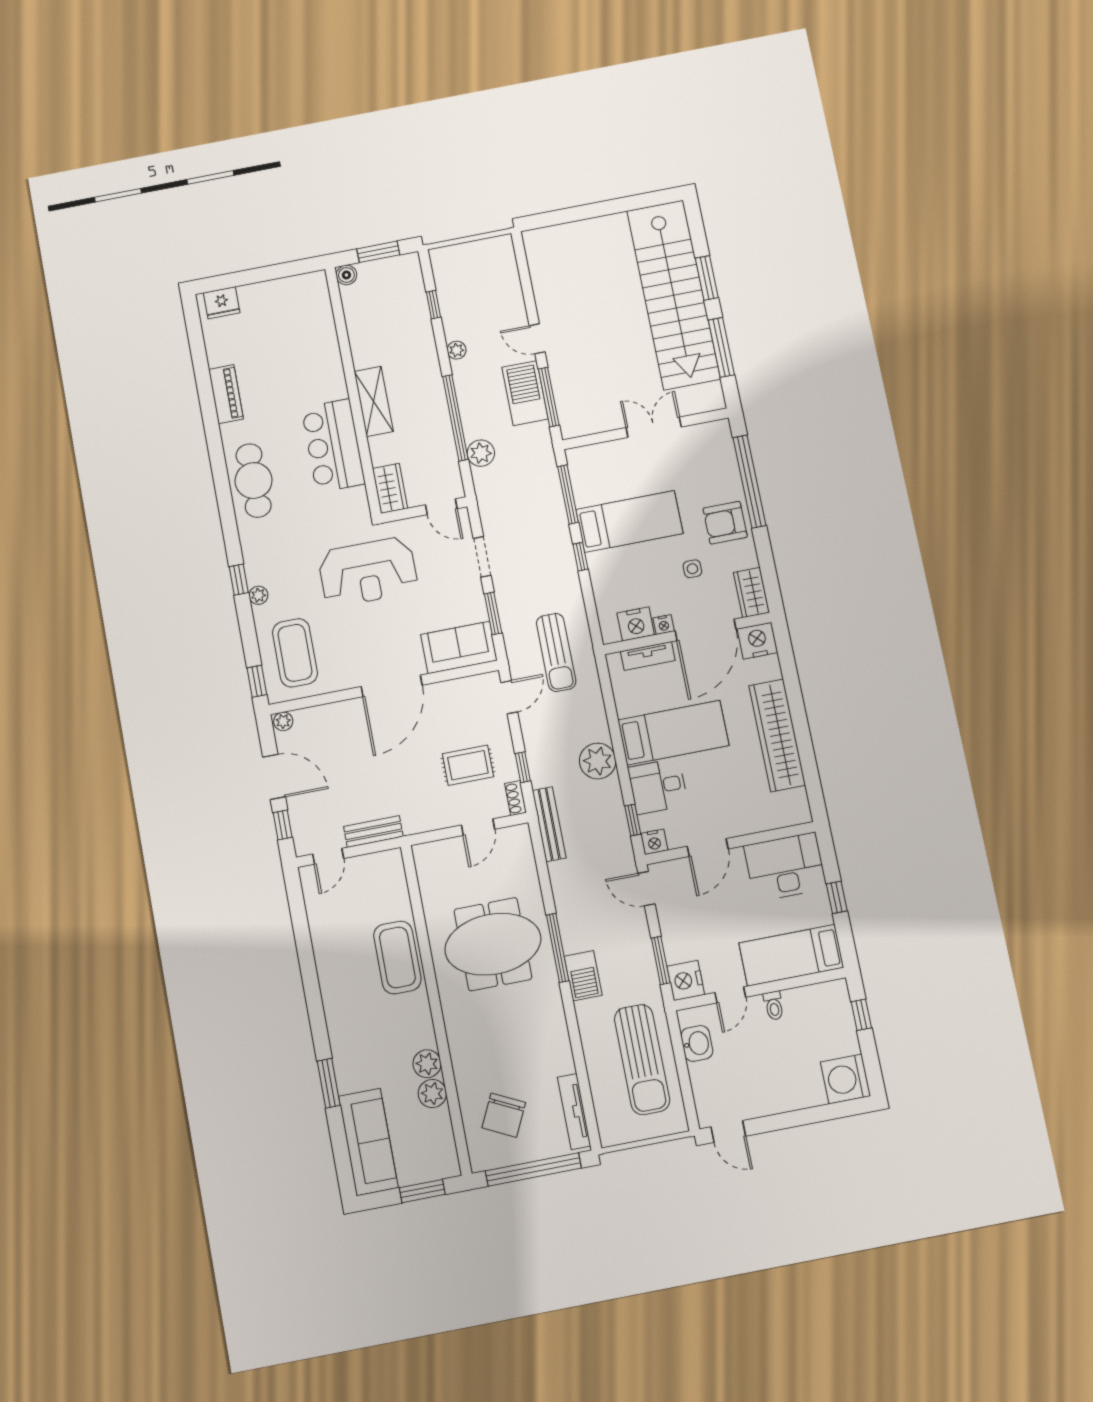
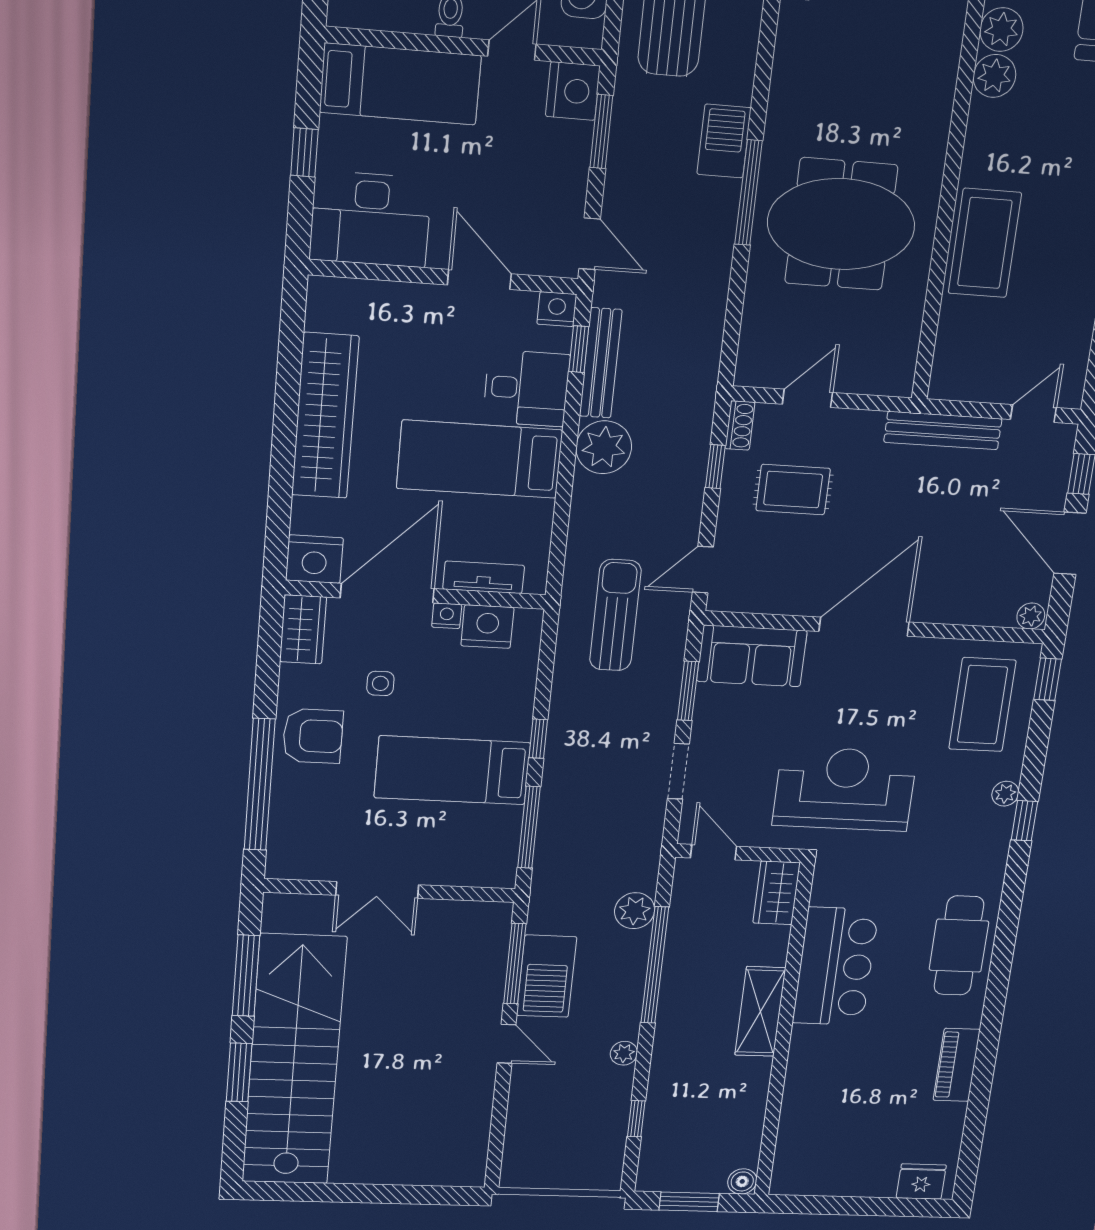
bench: (549, 824) -> (601, 363), moved
bench: (373, 831) -> (943, 430), width x1.36
door: (708, 848) -> (479, 279), hinge flipped

